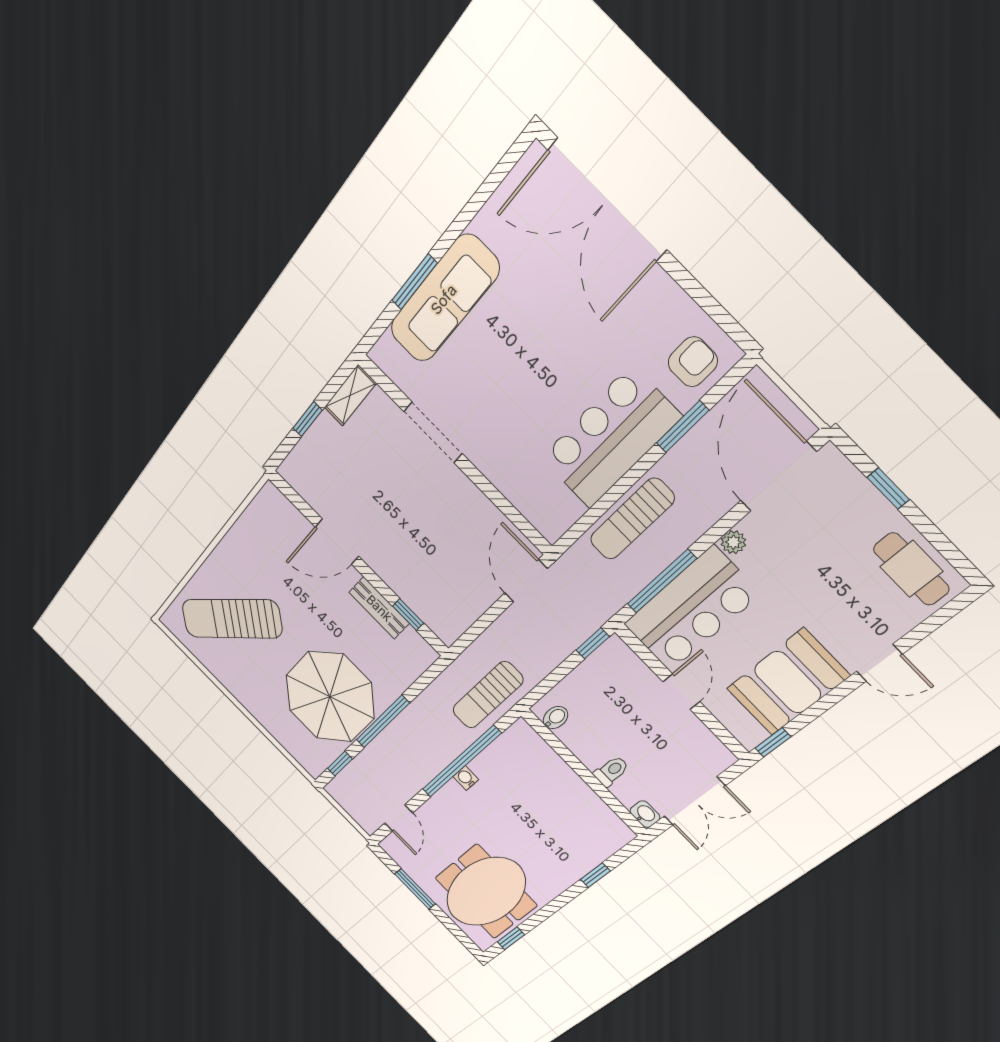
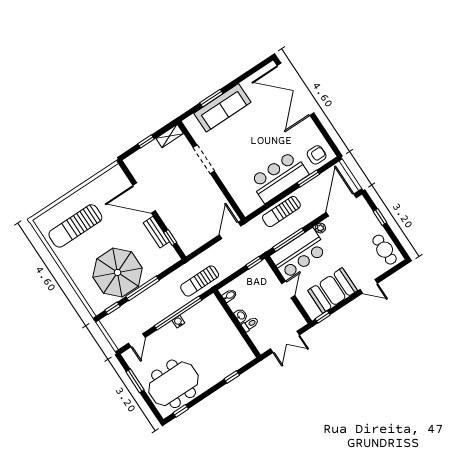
door: (337, 542) -> (144, 198), width x1.36
sun lounger: (232, 619) -> (75, 226), turned -42
washbasin: (645, 814) -> (241, 316), moved

